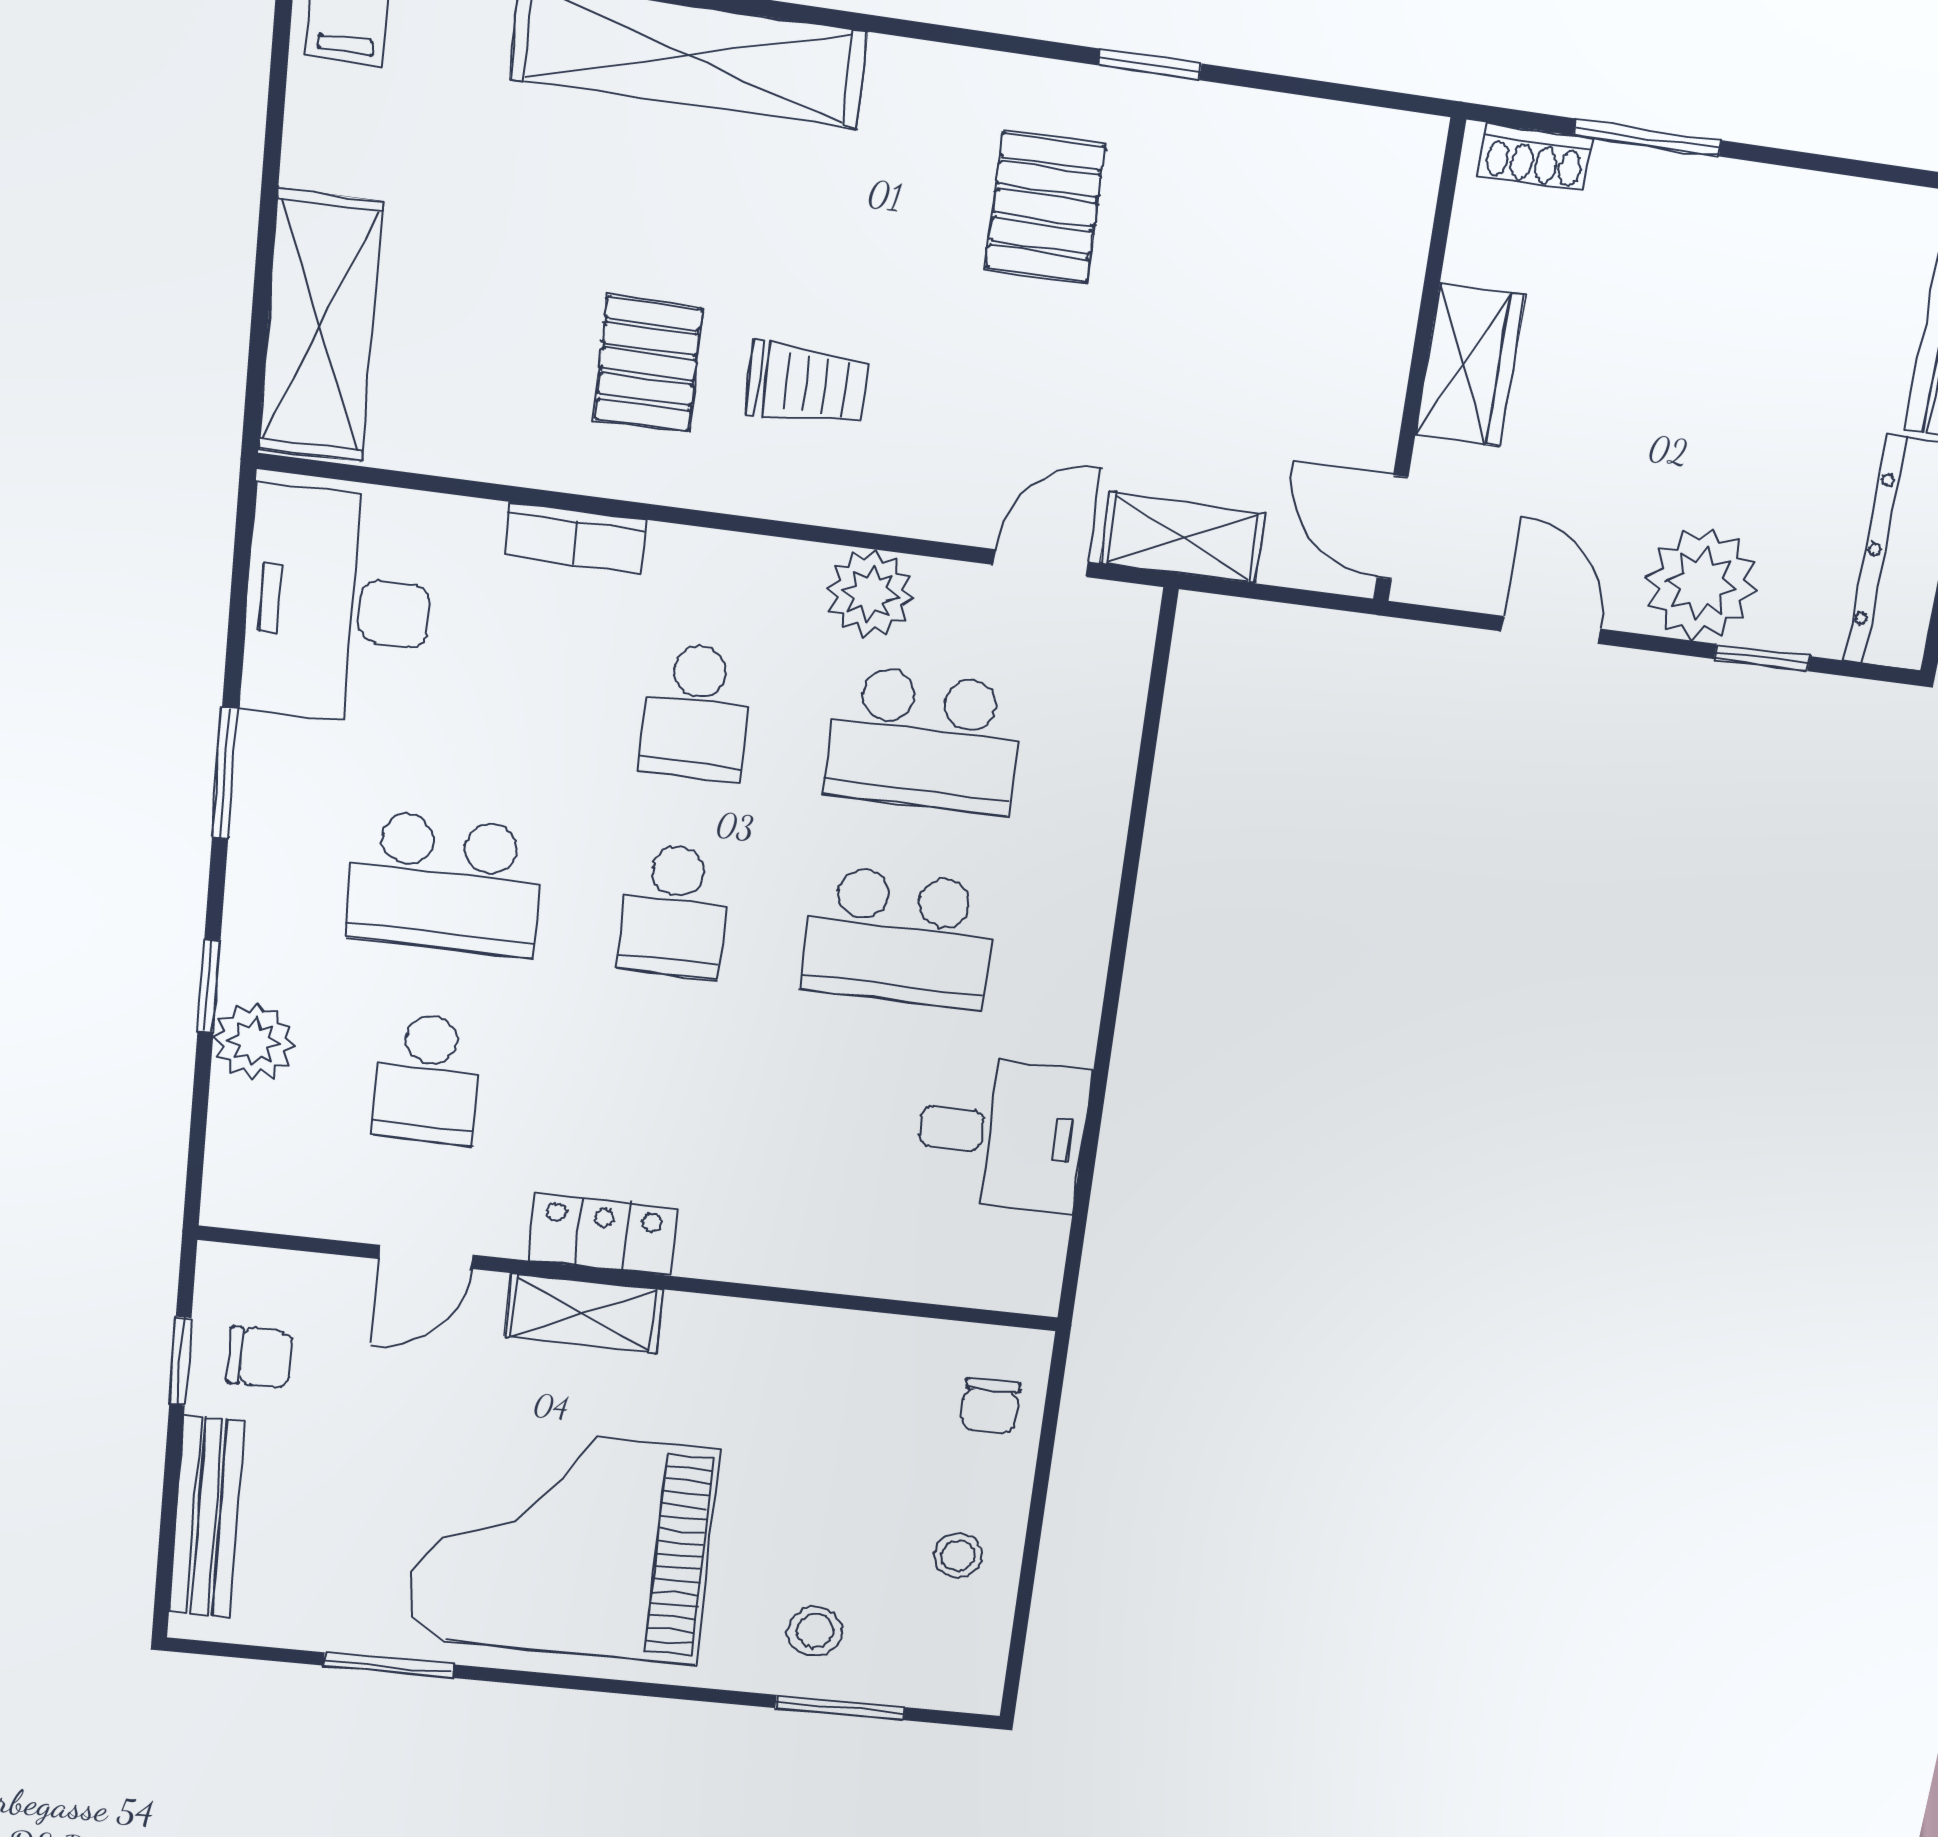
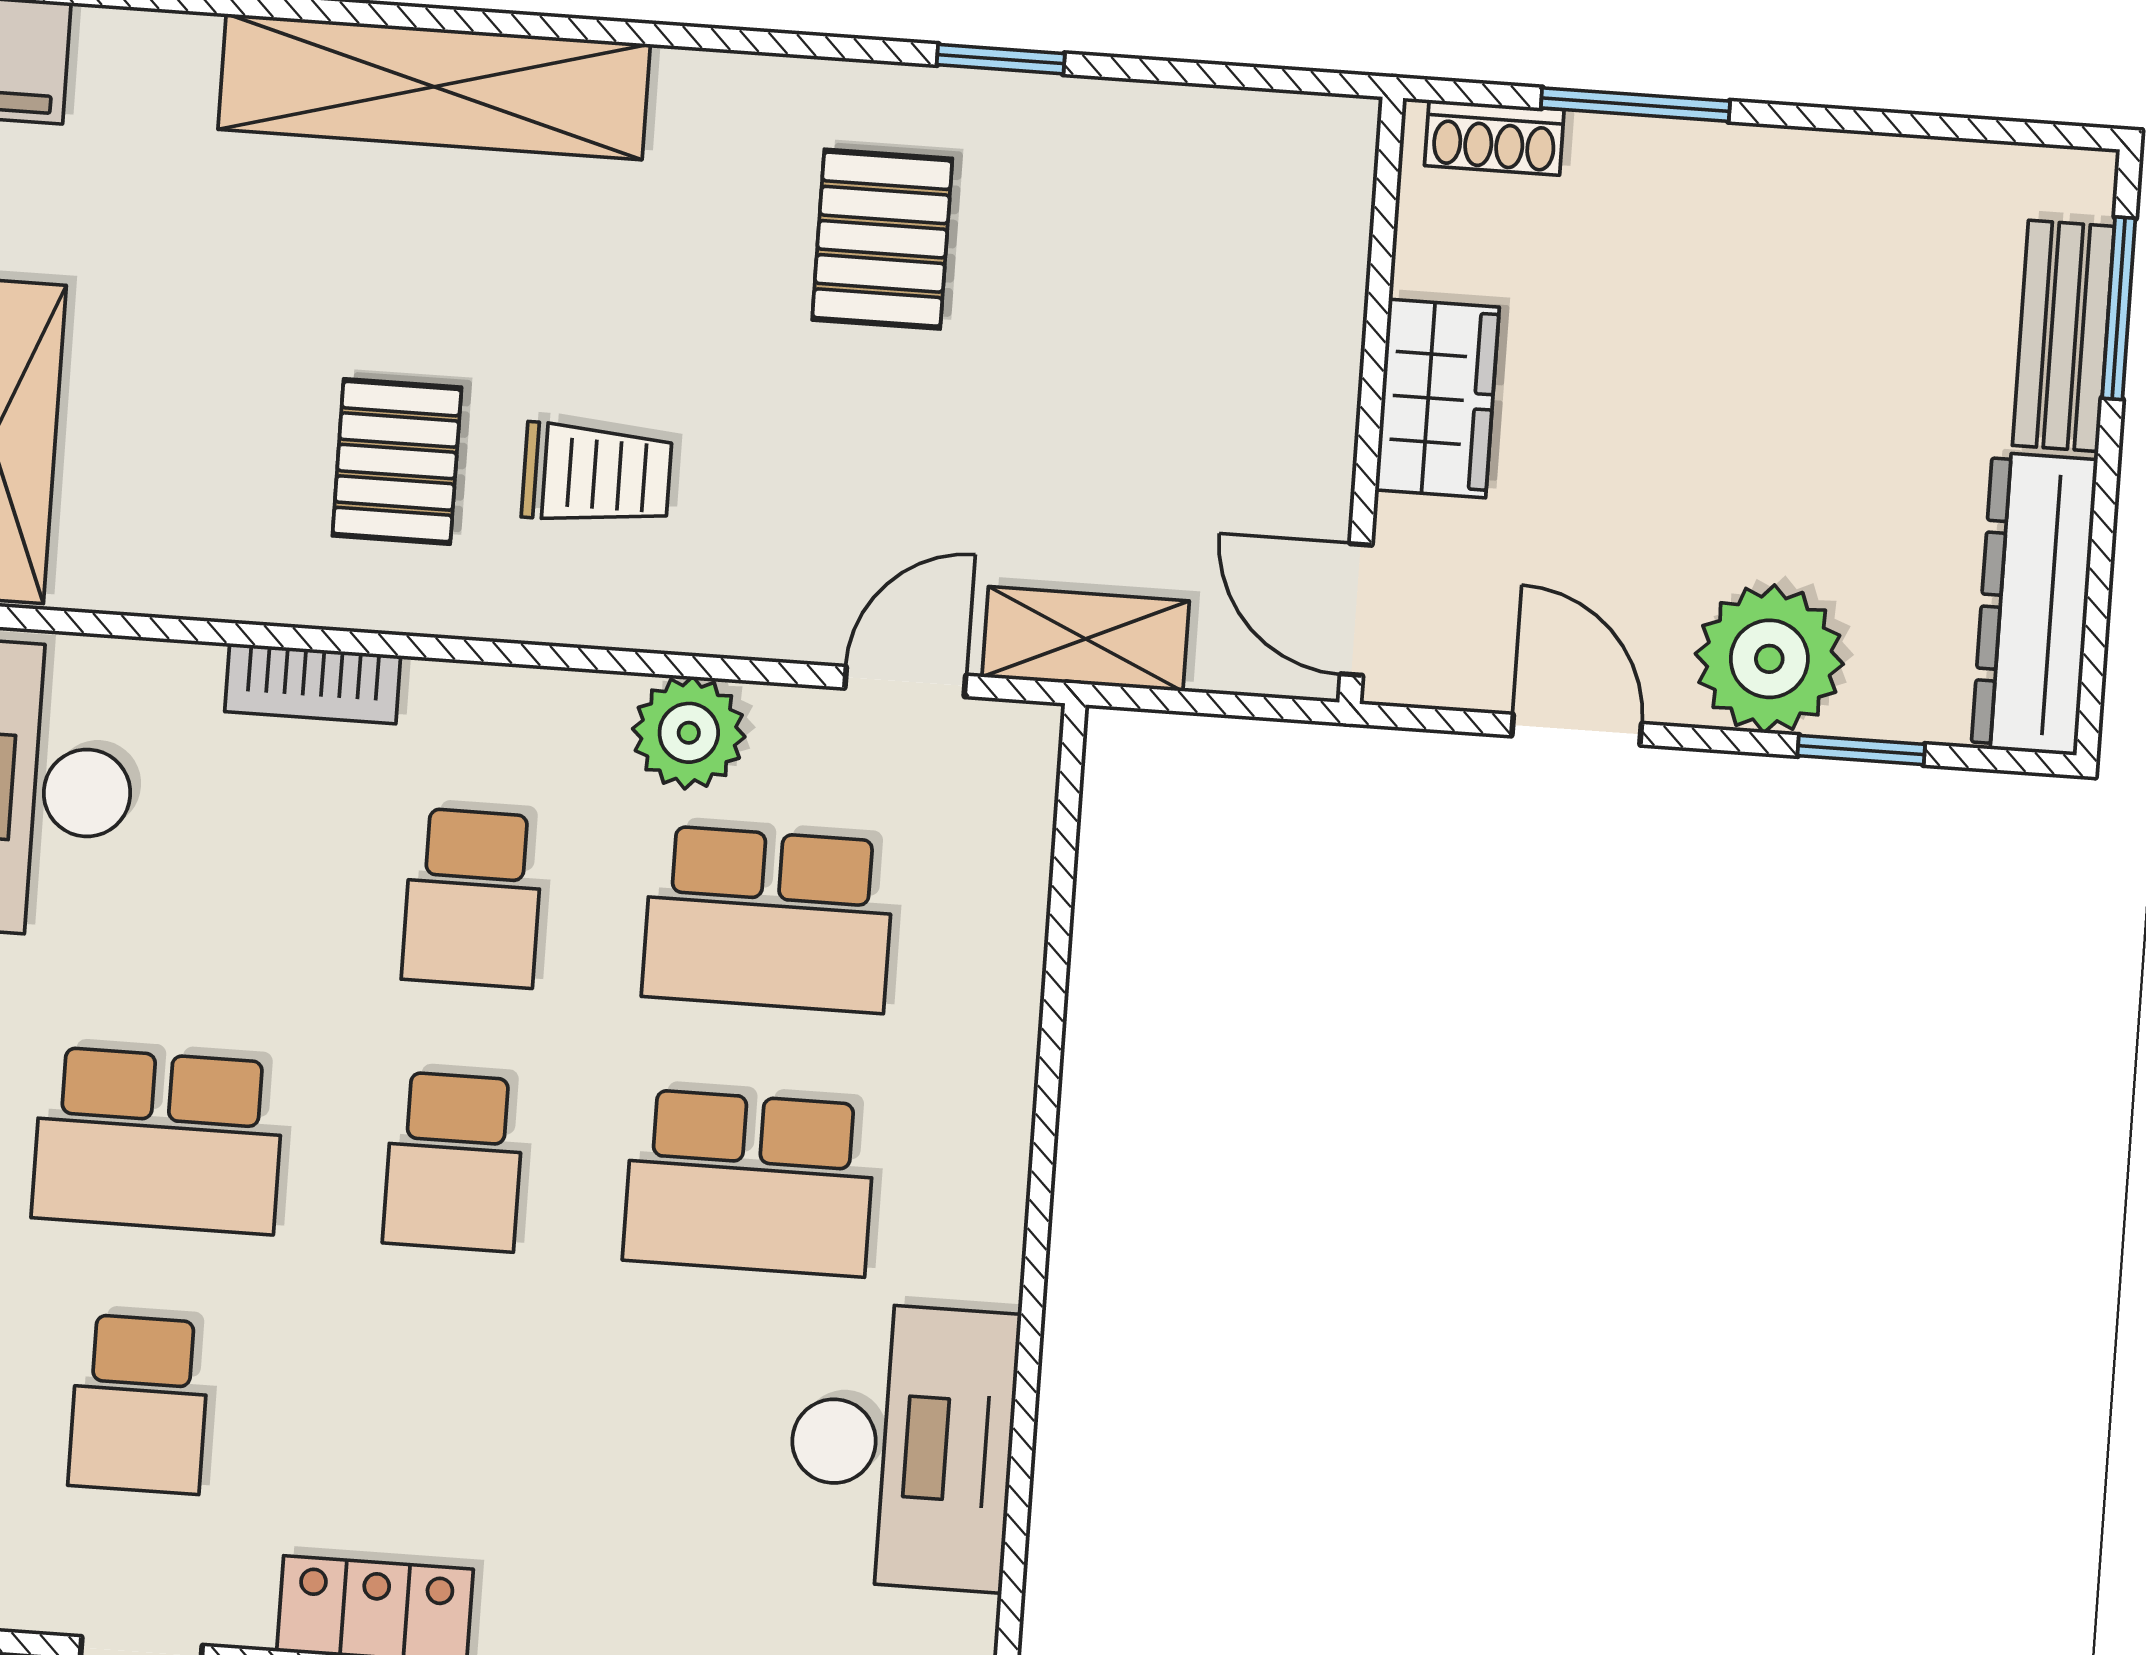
desk: (1002, 1134) -> (902, 1446), width x1.37

